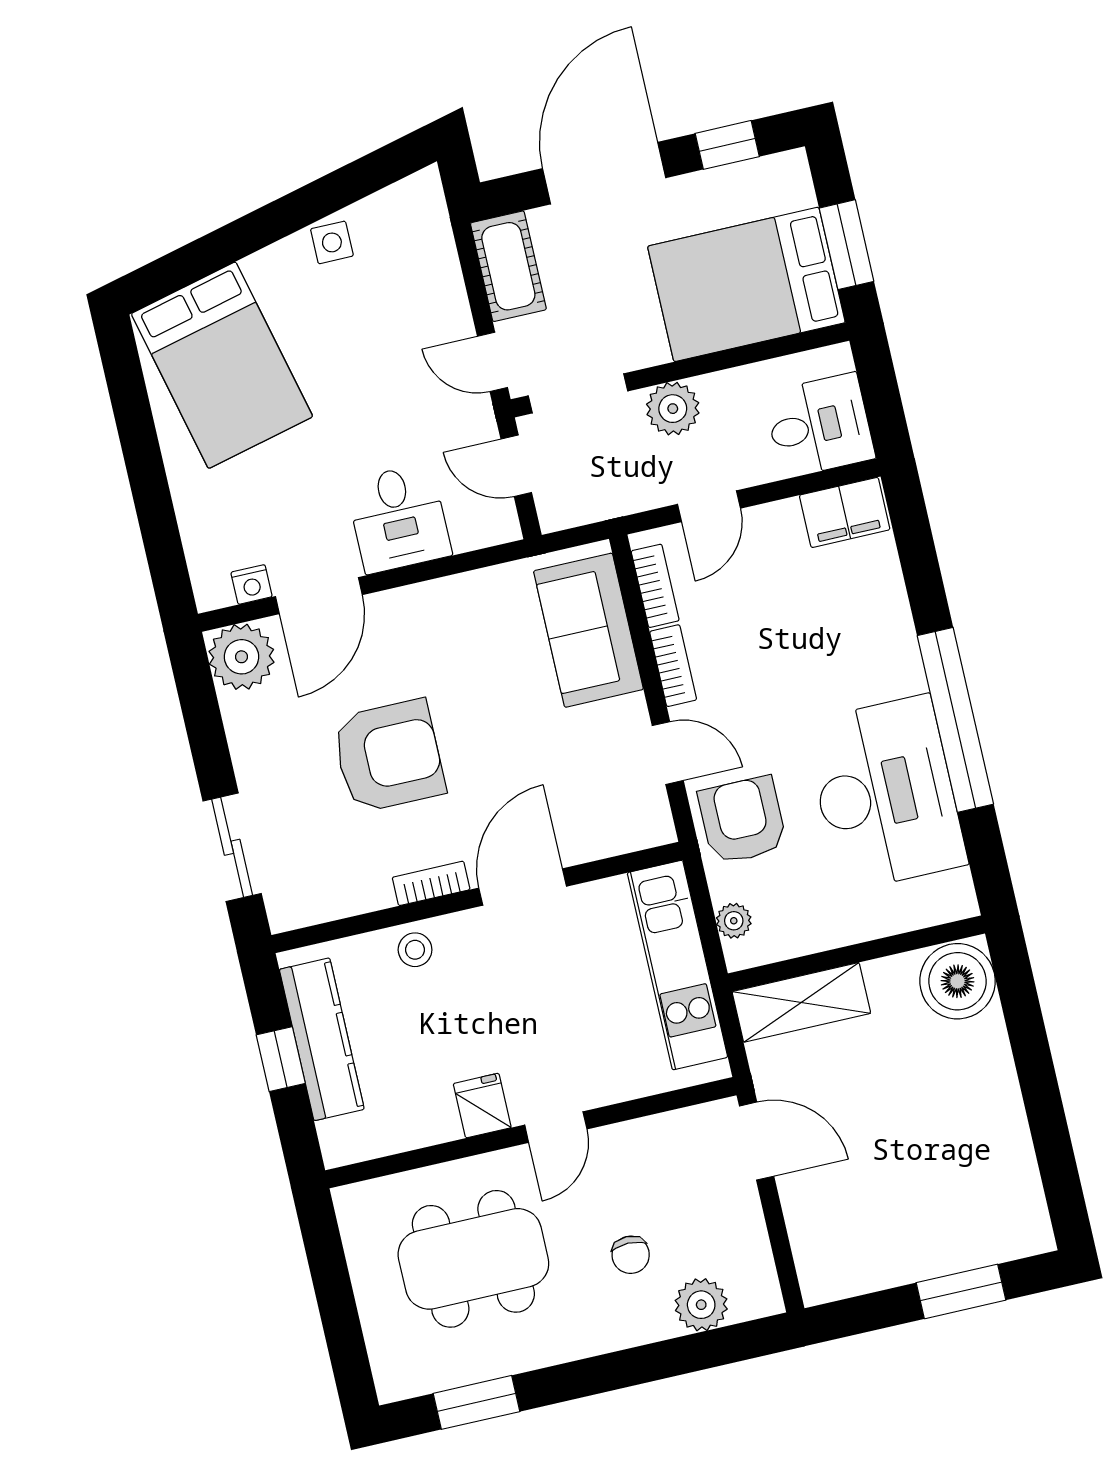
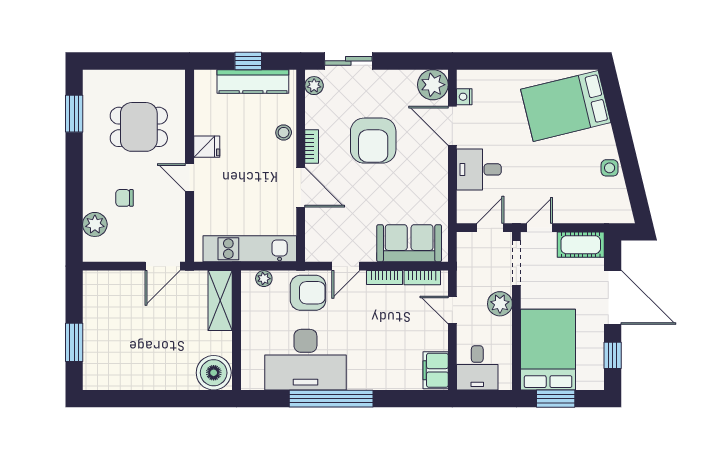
plant: (301, 908) -> (314, 86), added
dining table: (473, 1259) -> (139, 127), width x0.73

